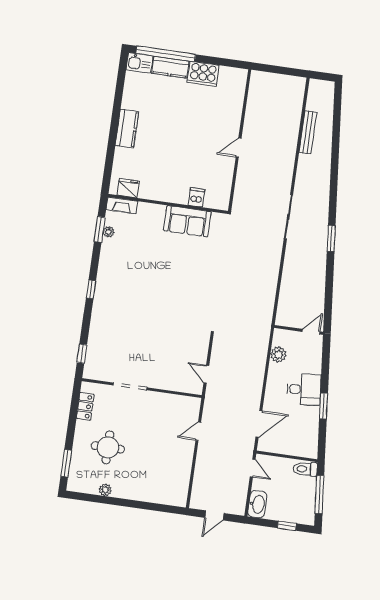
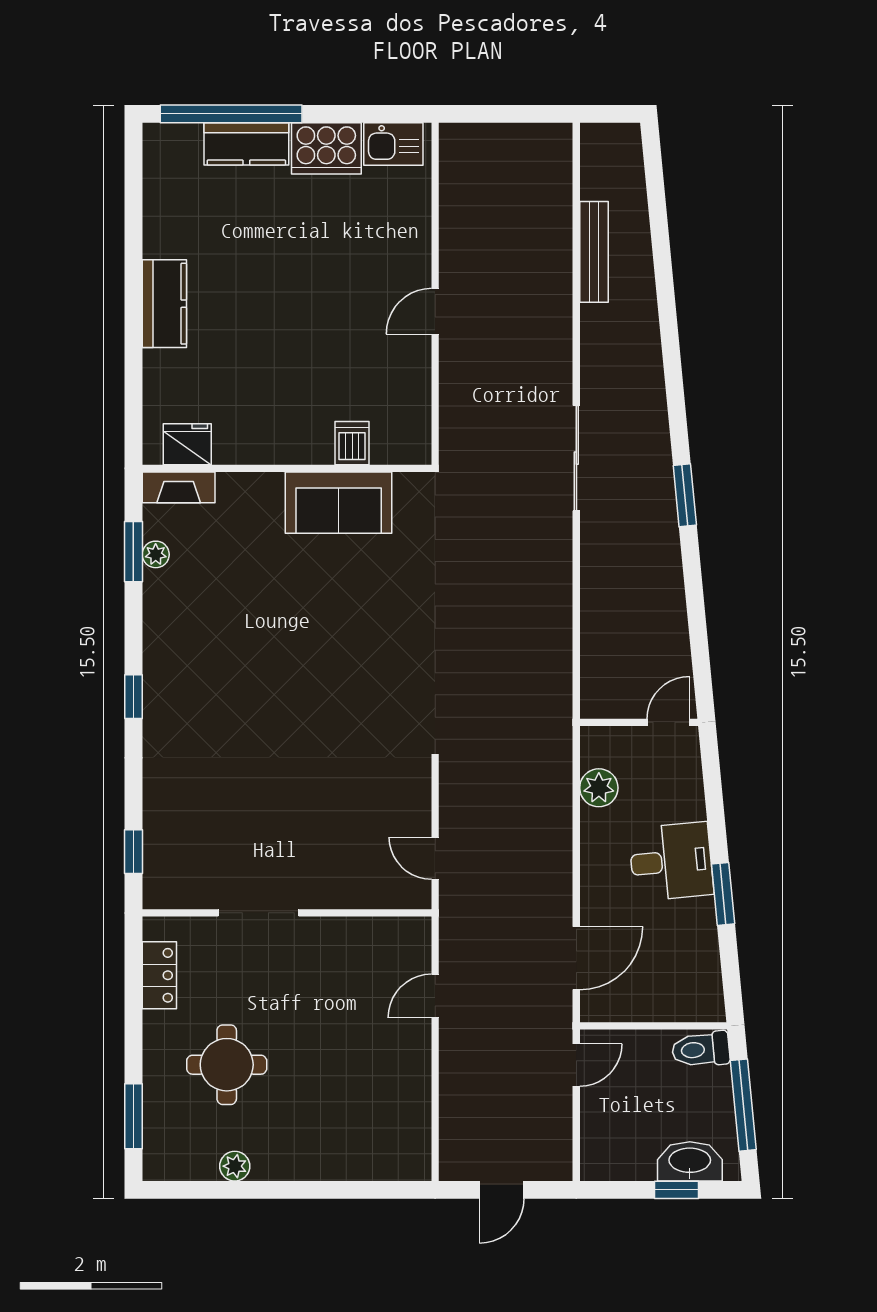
kitchen sink: (139, 63) -> (393, 144), moved
door: (253, 468) -> (576, 1065), hinge flipped
washbasin: (257, 504) -> (690, 1161), moved, turned -90

